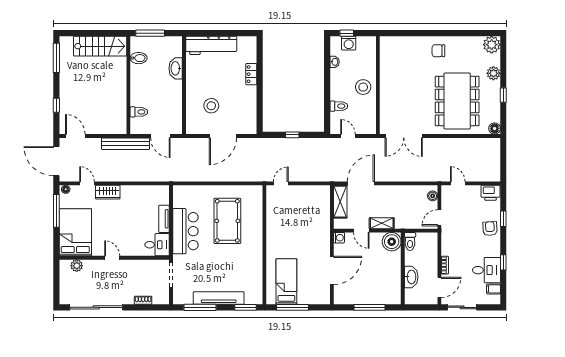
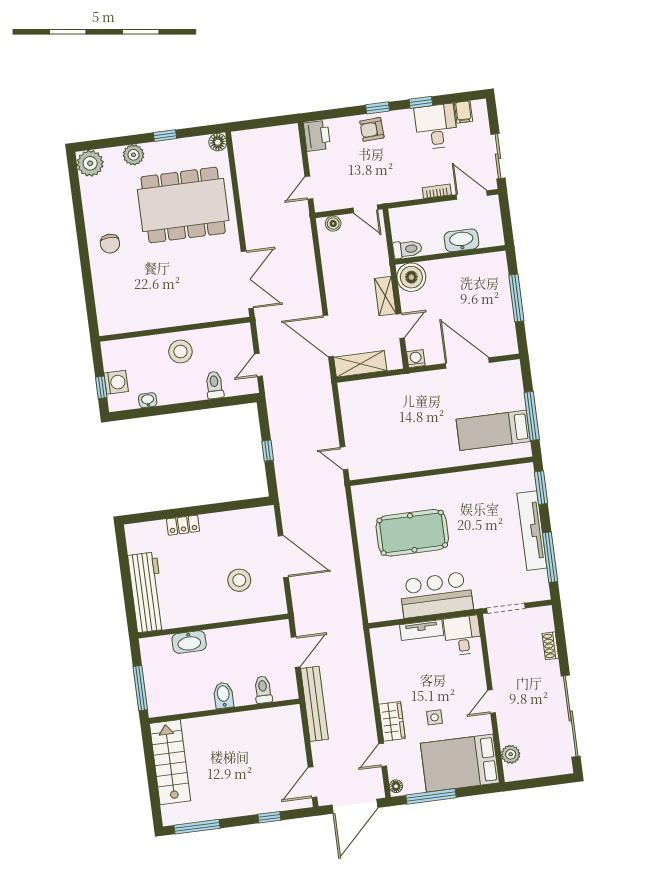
bidet: (139, 58) -> (223, 695), moved
window: (503, 219) -> (378, 108), moved
side table: (107, 220) -> (435, 717), added

